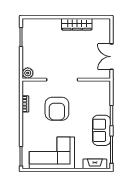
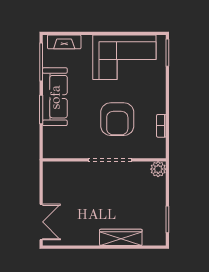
wardrobe: (77, 24) -> (121, 237), moved
double door: (111, 57) -> (41, 222), moved
armchair: (57, 109) -> (117, 119), turned 180
sofa: (102, 130) -> (55, 97), width x1.36

